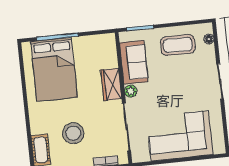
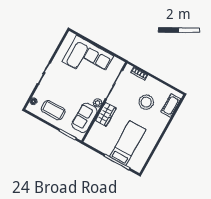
bed: (54, 69) -> (128, 143), width x0.67

